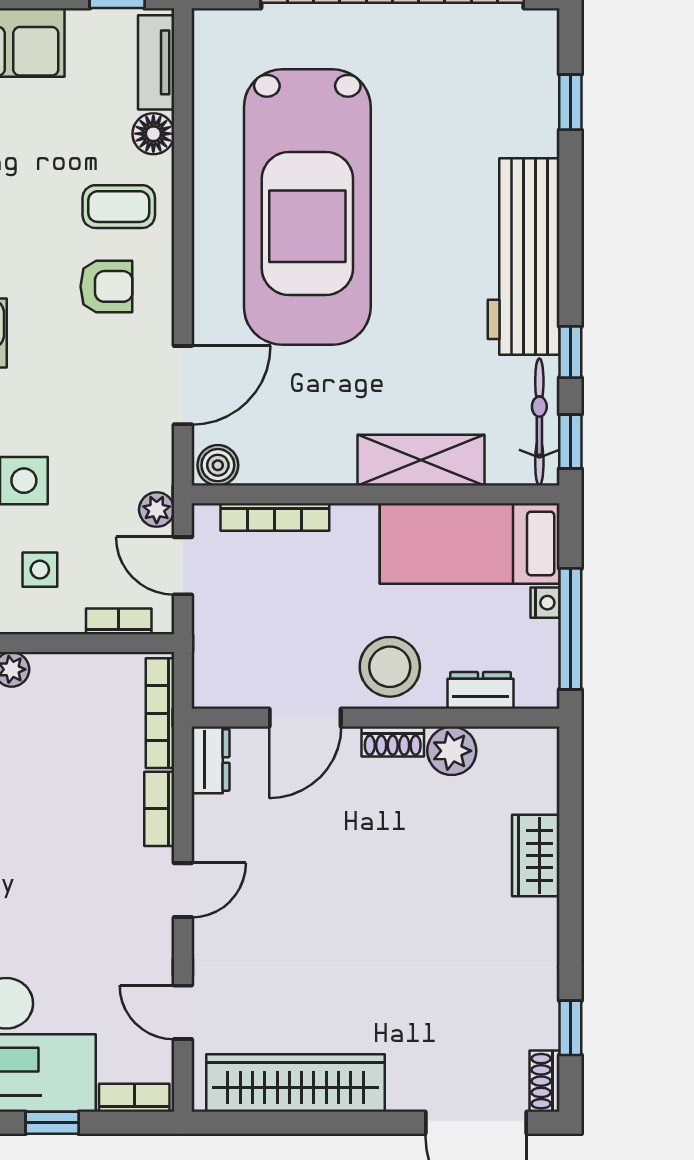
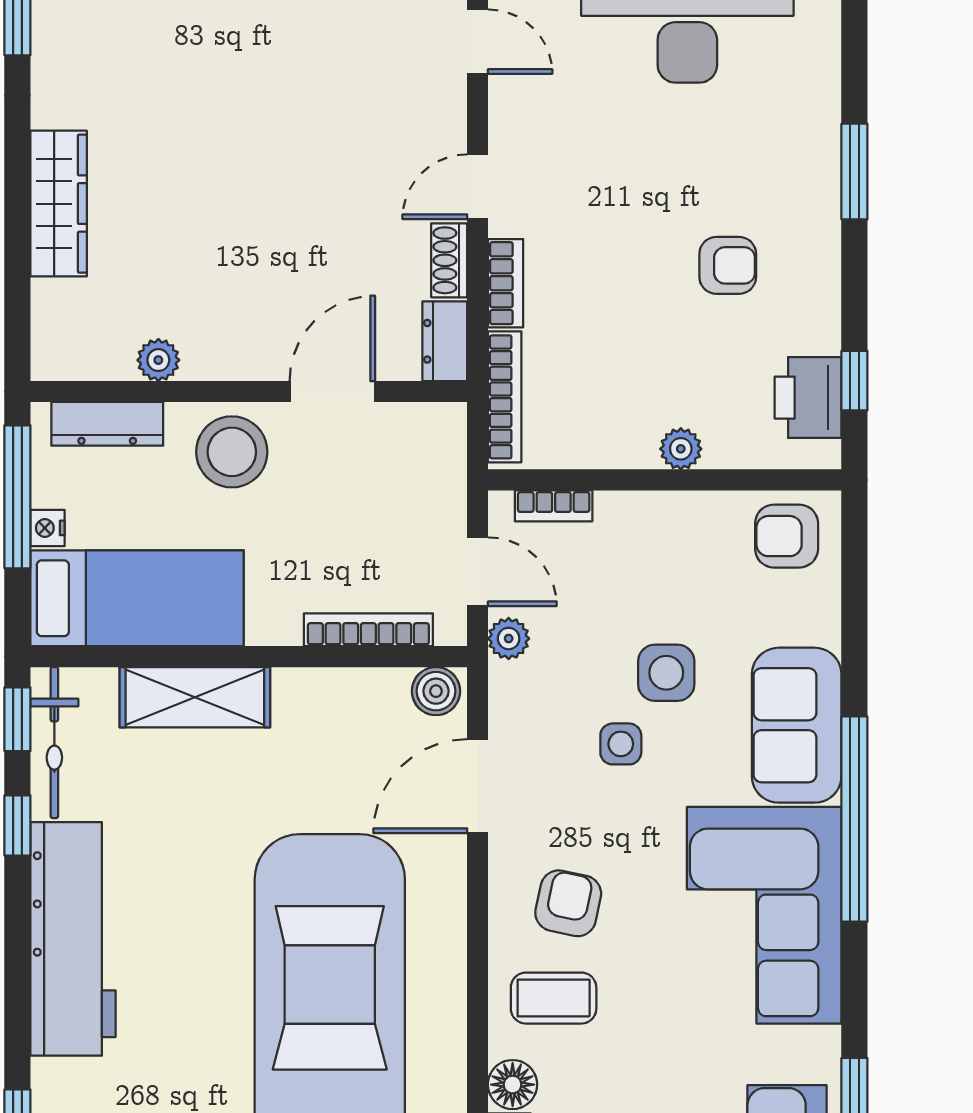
armchair: (106, 286) -> (568, 903), turned 102
side table: (40, 570) -> (621, 744), moved
dresser: (480, 690) -> (107, 424), width x1.44
shoe rack: (393, 742) -> (449, 260), moved, turned -90
plant: (452, 751) -> (158, 360), width x0.73, depth x0.73
wardrobe: (536, 856) -> (59, 204), width x1.50

